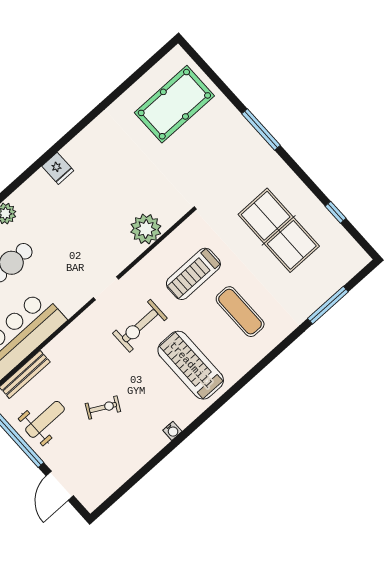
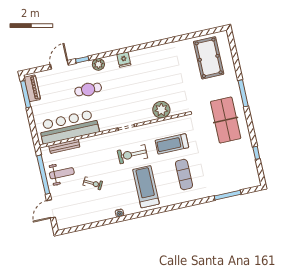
pool table: (174, 104) -> (209, 58), turned 90
fridge: (58, 168) -> (124, 60), moved
table tennis table: (279, 230) -> (226, 120), moved

